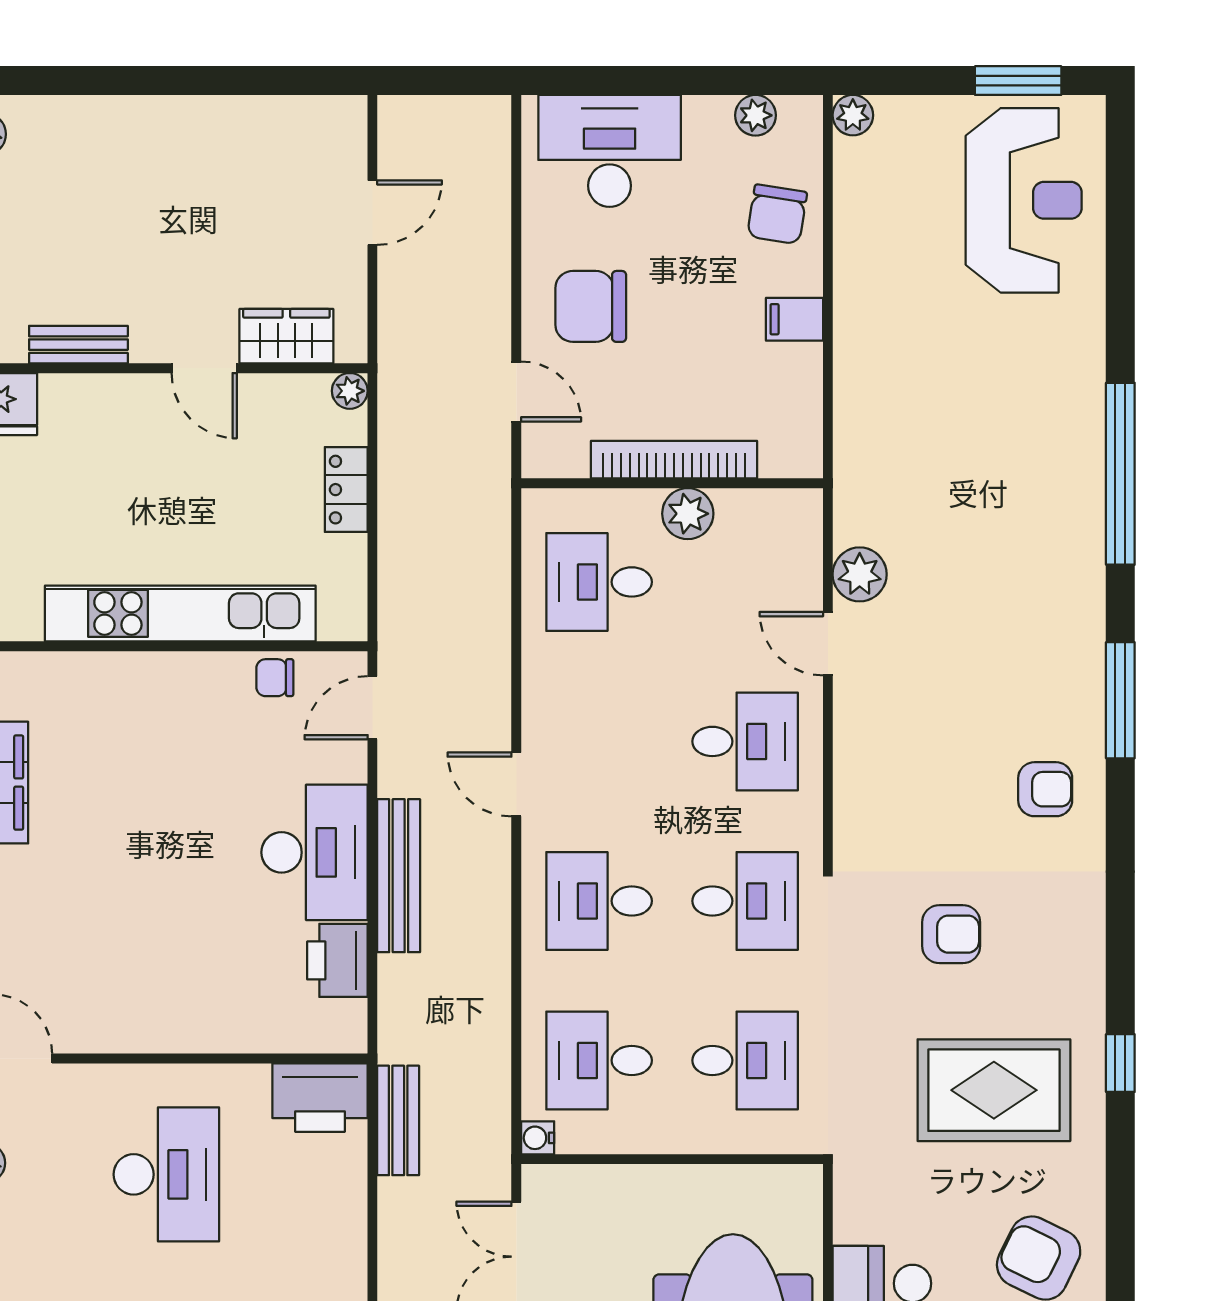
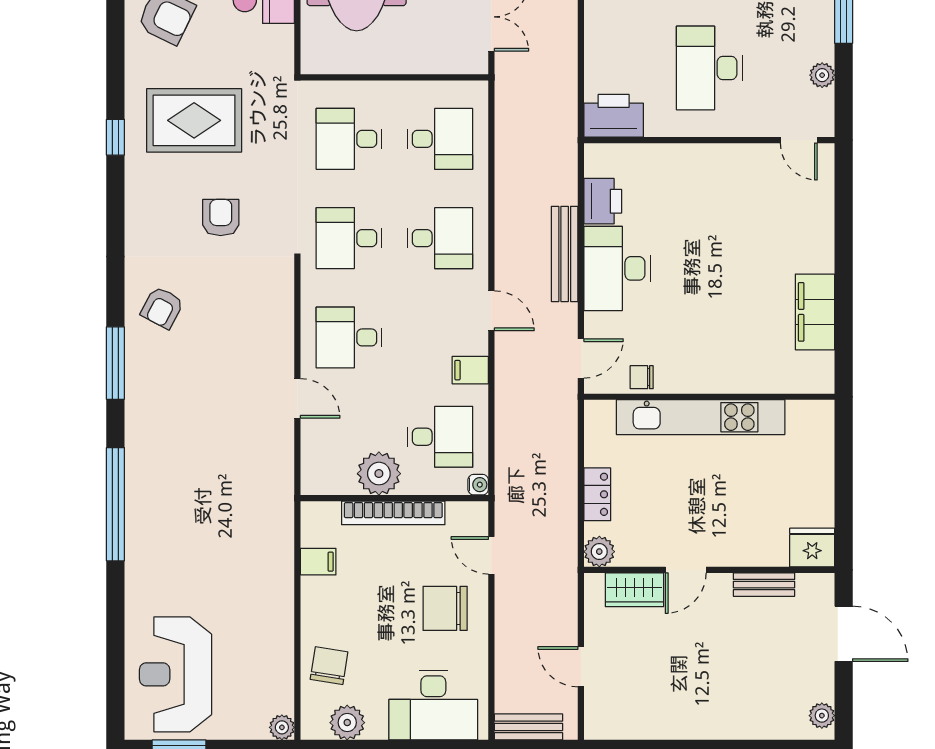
plant: (756, 115) -> (347, 723), width x1.38, depth x1.38
door: (372, 213) -> (581, 667), hinge flipped
chair: (591, 306) -> (445, 608), turned 180
filing cabinet: (795, 319) -> (318, 562), moved
door: (204, 368) -> (686, 570), swing flipped
plant: (350, 391) -> (599, 552), width x1.38, depth x1.38
plant: (688, 514) -> (379, 474), width x1.36, depth x1.36
plant: (860, 574) -> (278, 442), removed
chair: (275, 678) -> (642, 377), turned 180
filing cabinet: (550, 689) -> (470, 370), added
armchair: (1045, 789) -> (162, 308), turned -62
armchair: (951, 934) -> (221, 218), turned 90
bench: (398, 1120) -> (529, 727), moved, turned 90
water cooler: (538, 1138) -> (478, 485), moved

